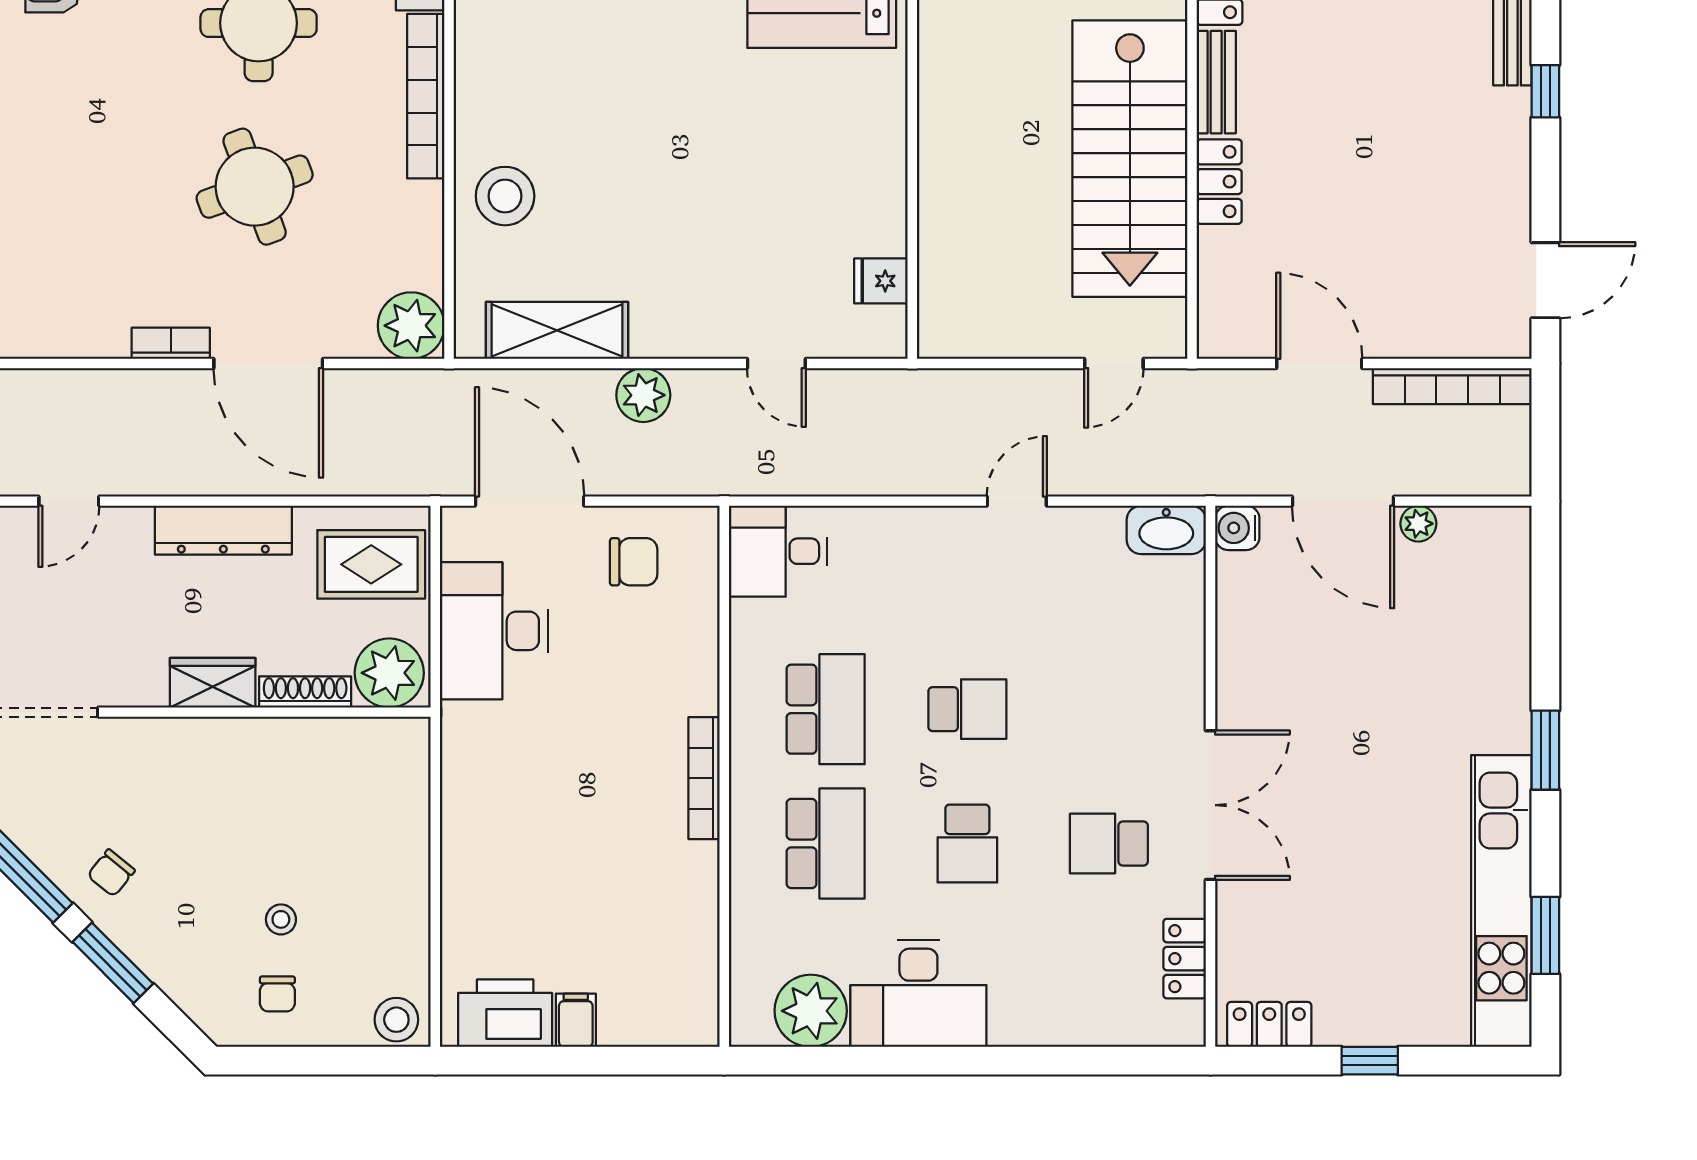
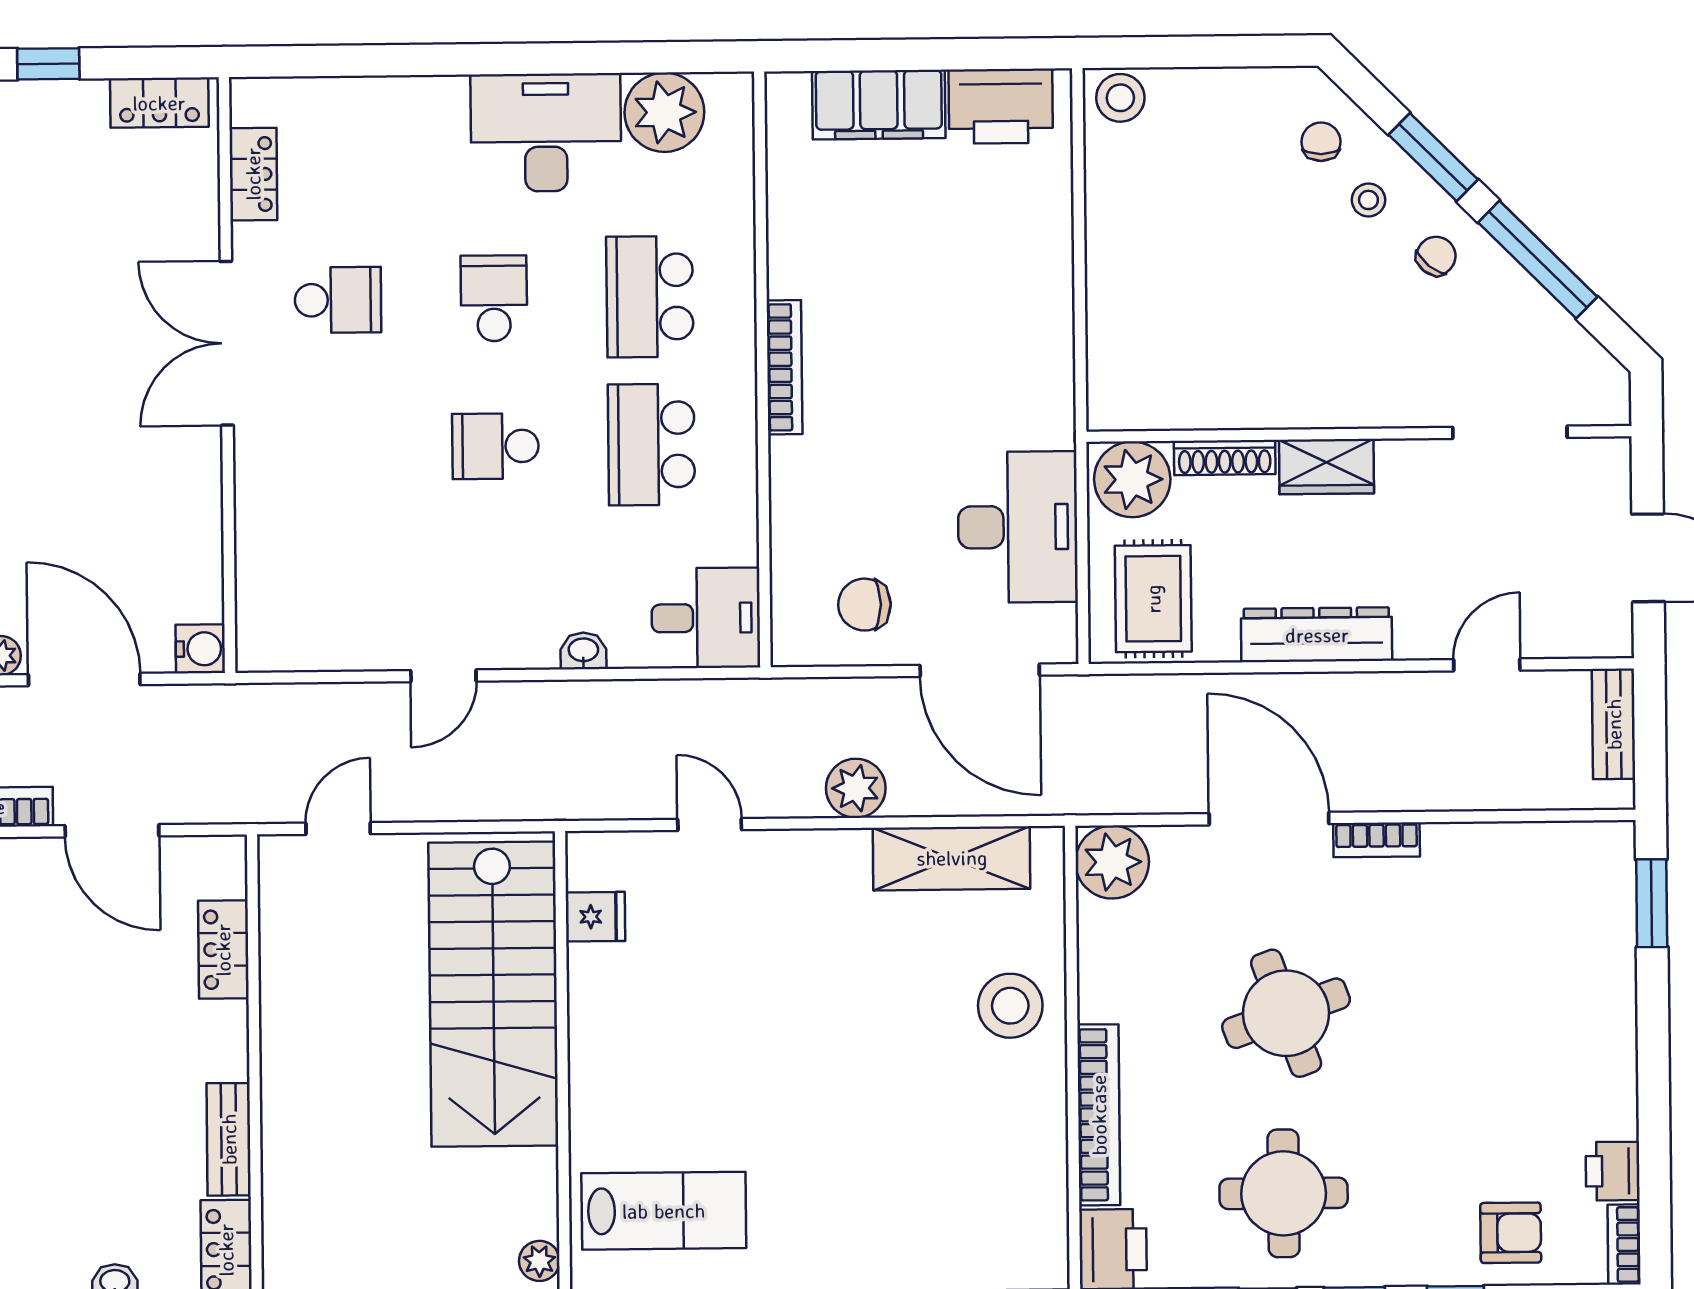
stairs: (1130, 159) -> (493, 994), moved, turned 180
locker: (1219, 182) -> (223, 950), moved
washbasin: (1166, 530) -> (583, 651), moved, width x0.52, depth x0.69
rug: (371, 564) -> (1153, 599), turned 90
stool: (281, 919) -> (1368, 200), moved
chair: (277, 994) -> (1321, 142), moved
filing cabinet: (576, 1020) -> (879, 105), width x3.00, depth x1.17

